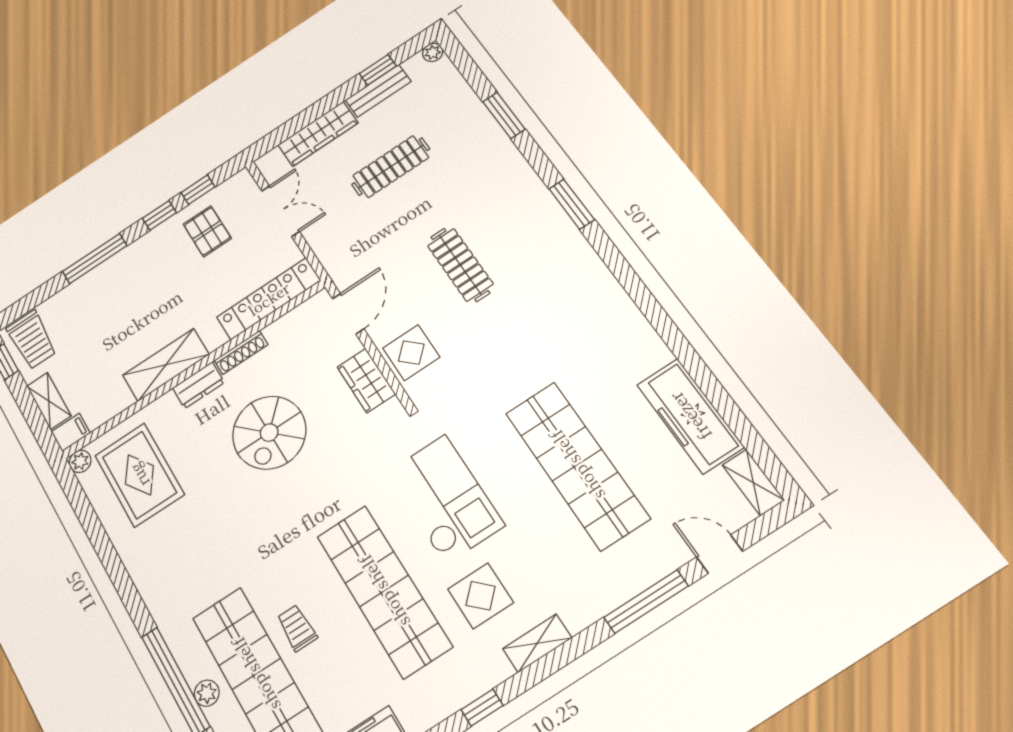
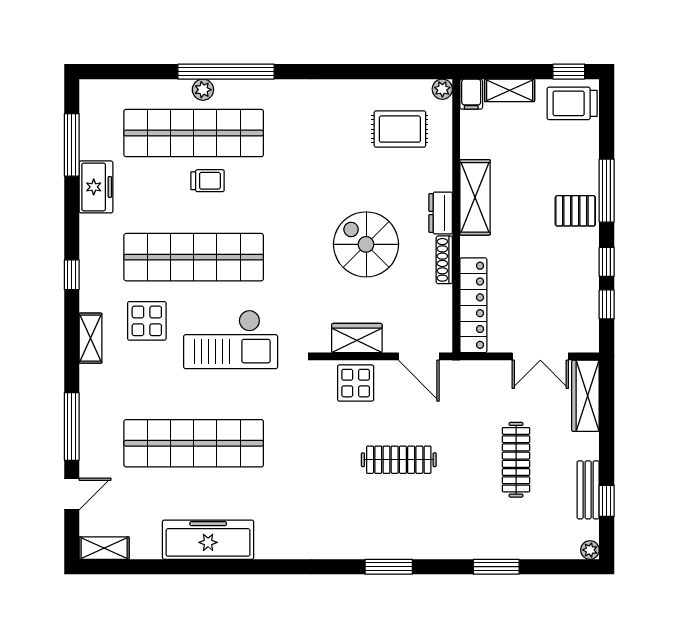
wardrobe: (318, 134) -> (585, 396), moved
pallet: (207, 231) -> (575, 211), moved
freezer: (690, 416) -> (208, 540), moved
rug: (139, 475) -> (400, 129), width x0.73, depth x0.70

